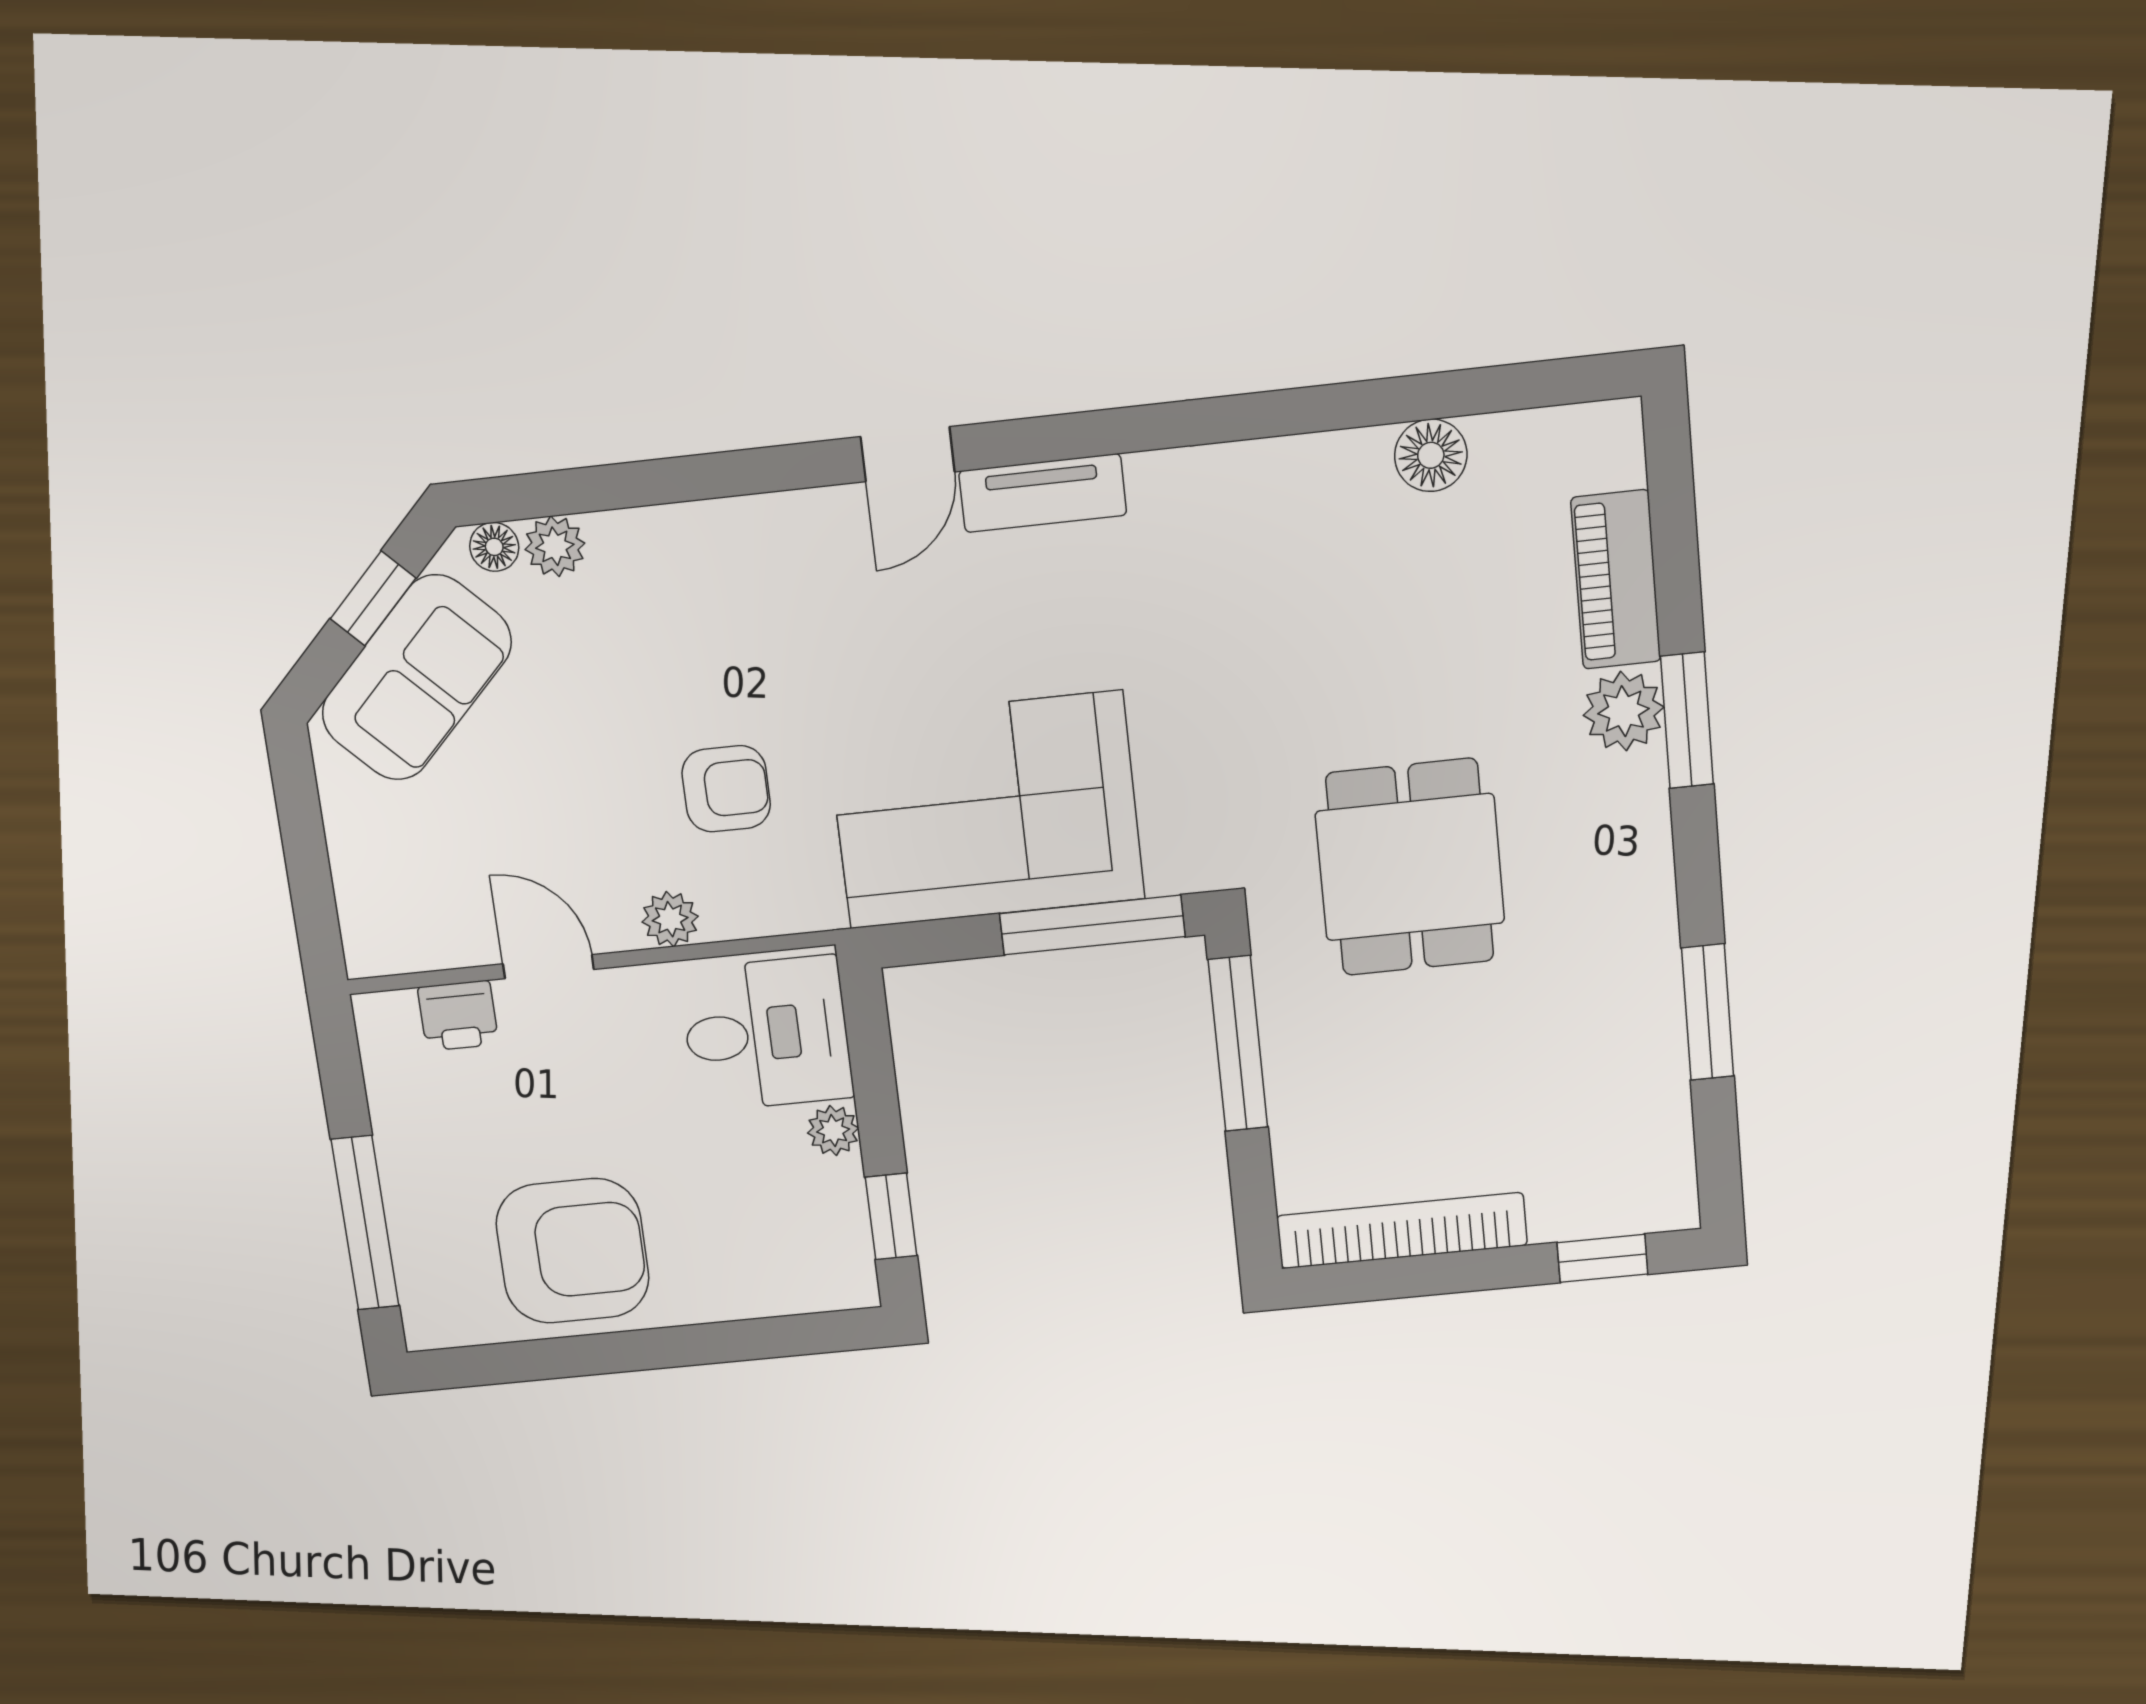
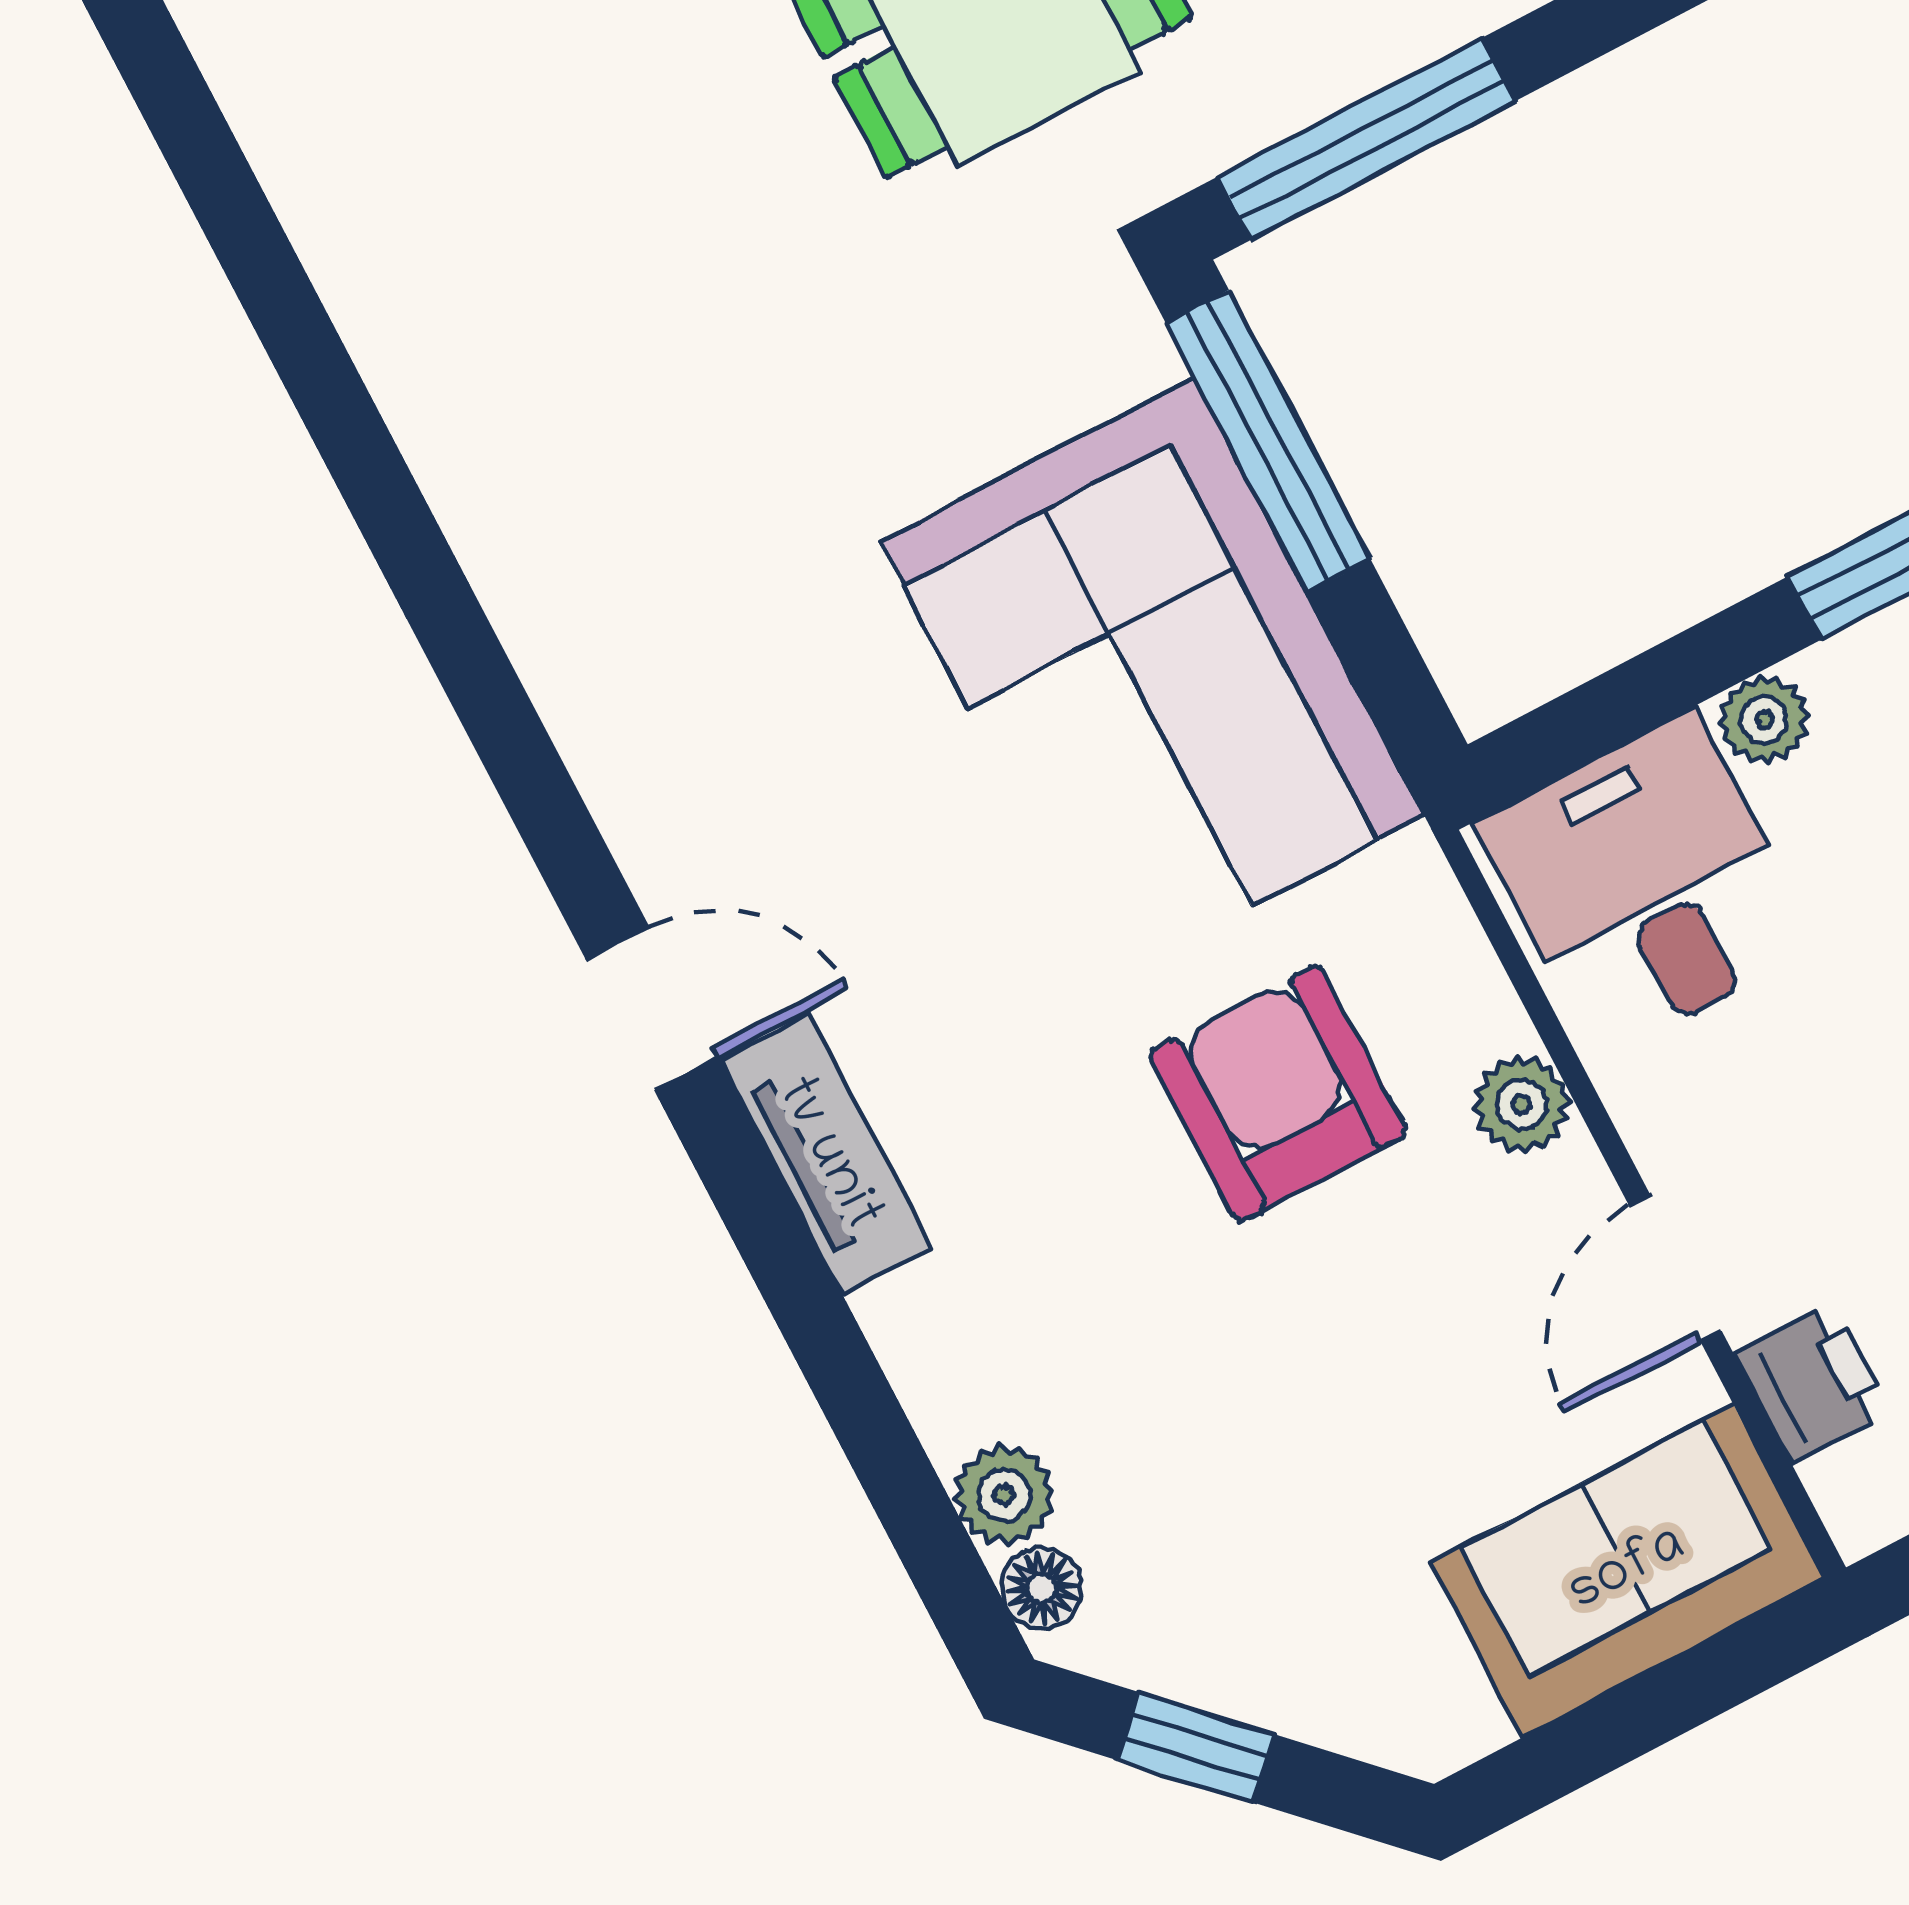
floor lamp: (1431, 455) -> (343, 218), removed
tv unit: (1043, 493) -> (826, 1154), moved
sofa: (417, 678) -> (1628, 1571), moved, turned -45
armchair: (726, 789) -> (1278, 1093), width x1.38, depth x1.38

